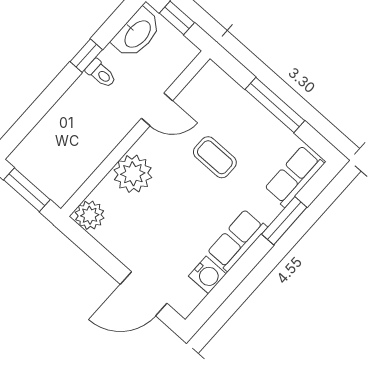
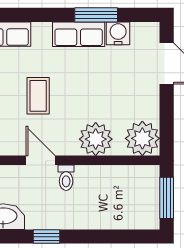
toilet: (101, 74) -> (66, 178), moved, turned 180
plant: (90, 215) -> (142, 138), width x1.36, depth x1.36
window: (284, 221) -> (96, 15), moved

